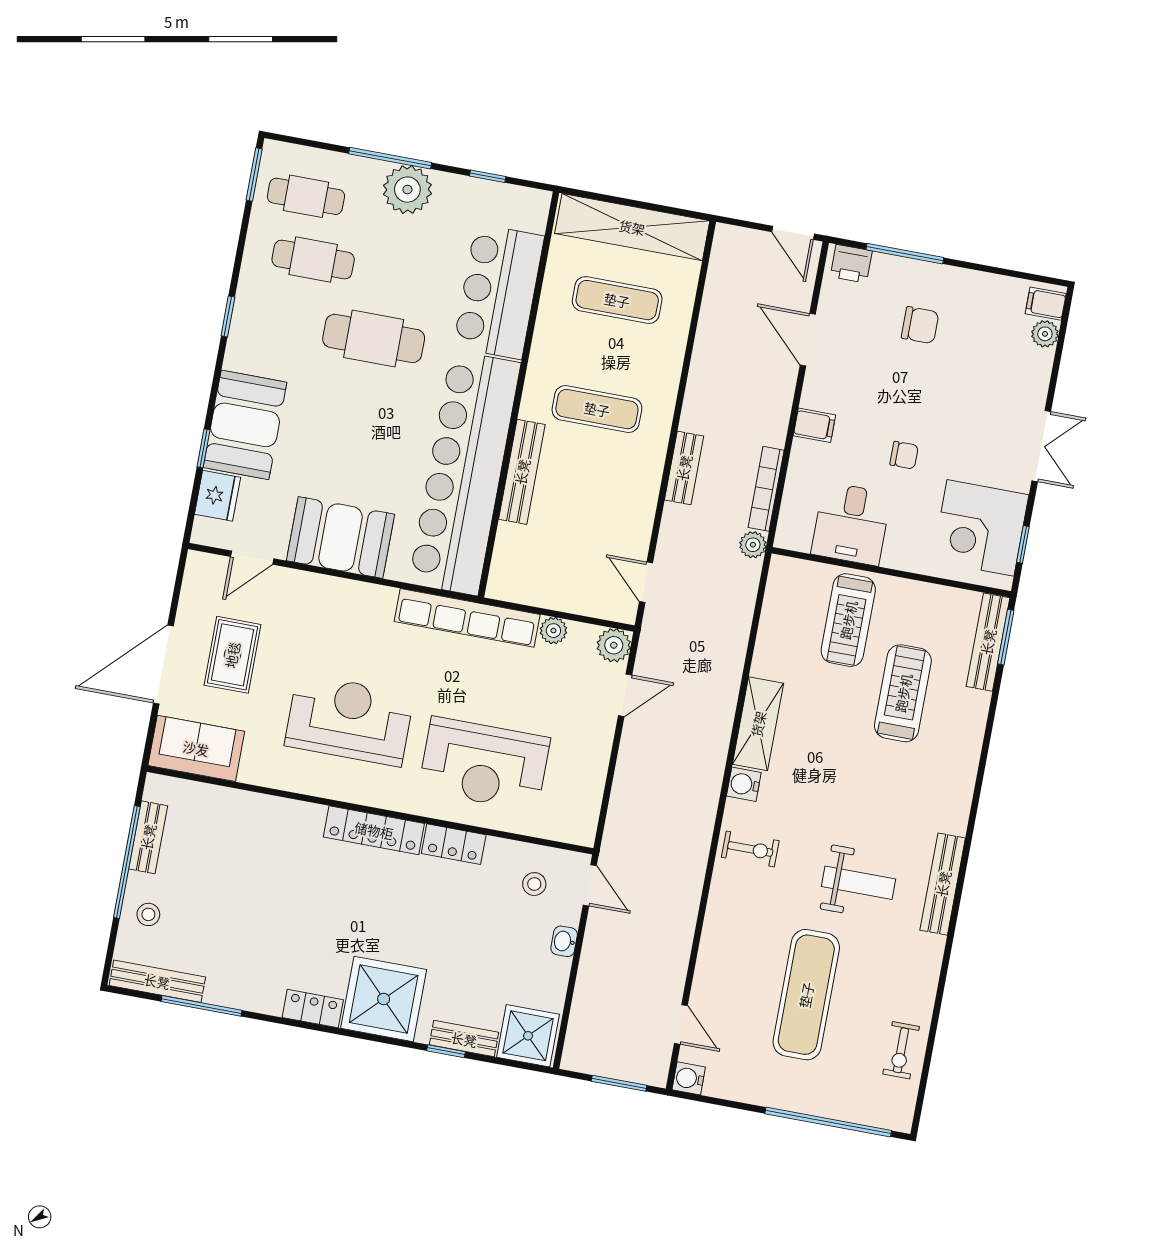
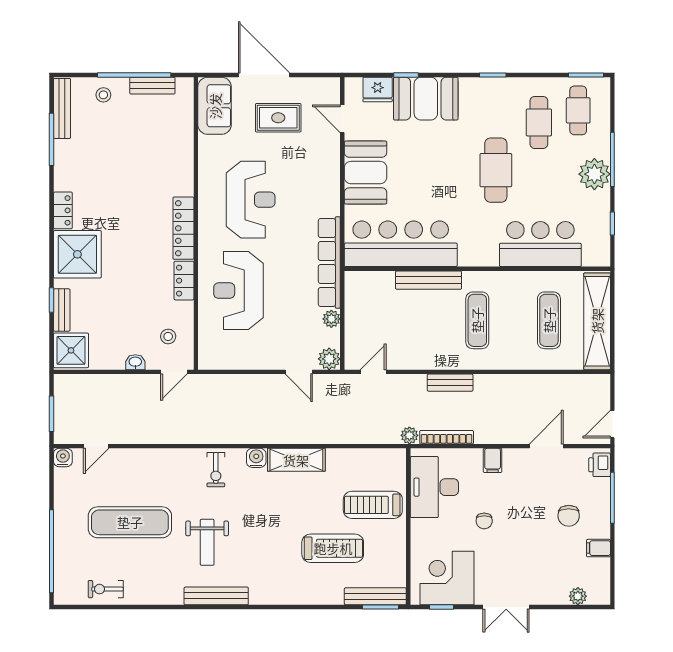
filing cabinet: (1046, 304) -> (598, 548), moved, turned -90
bar counter: (465, 473) -> (401, 244), width x0.73
desk: (851, 524) -> (434, 487), width x1.37

